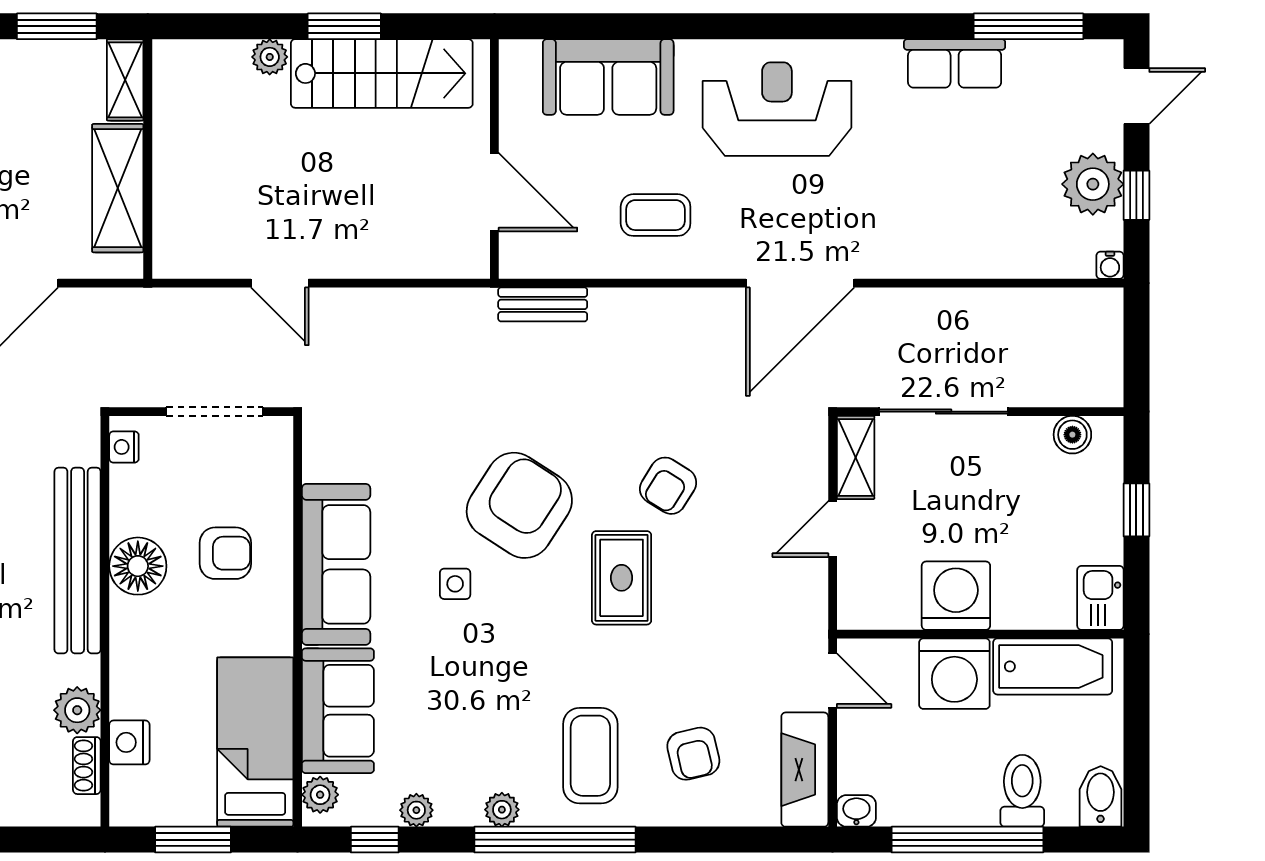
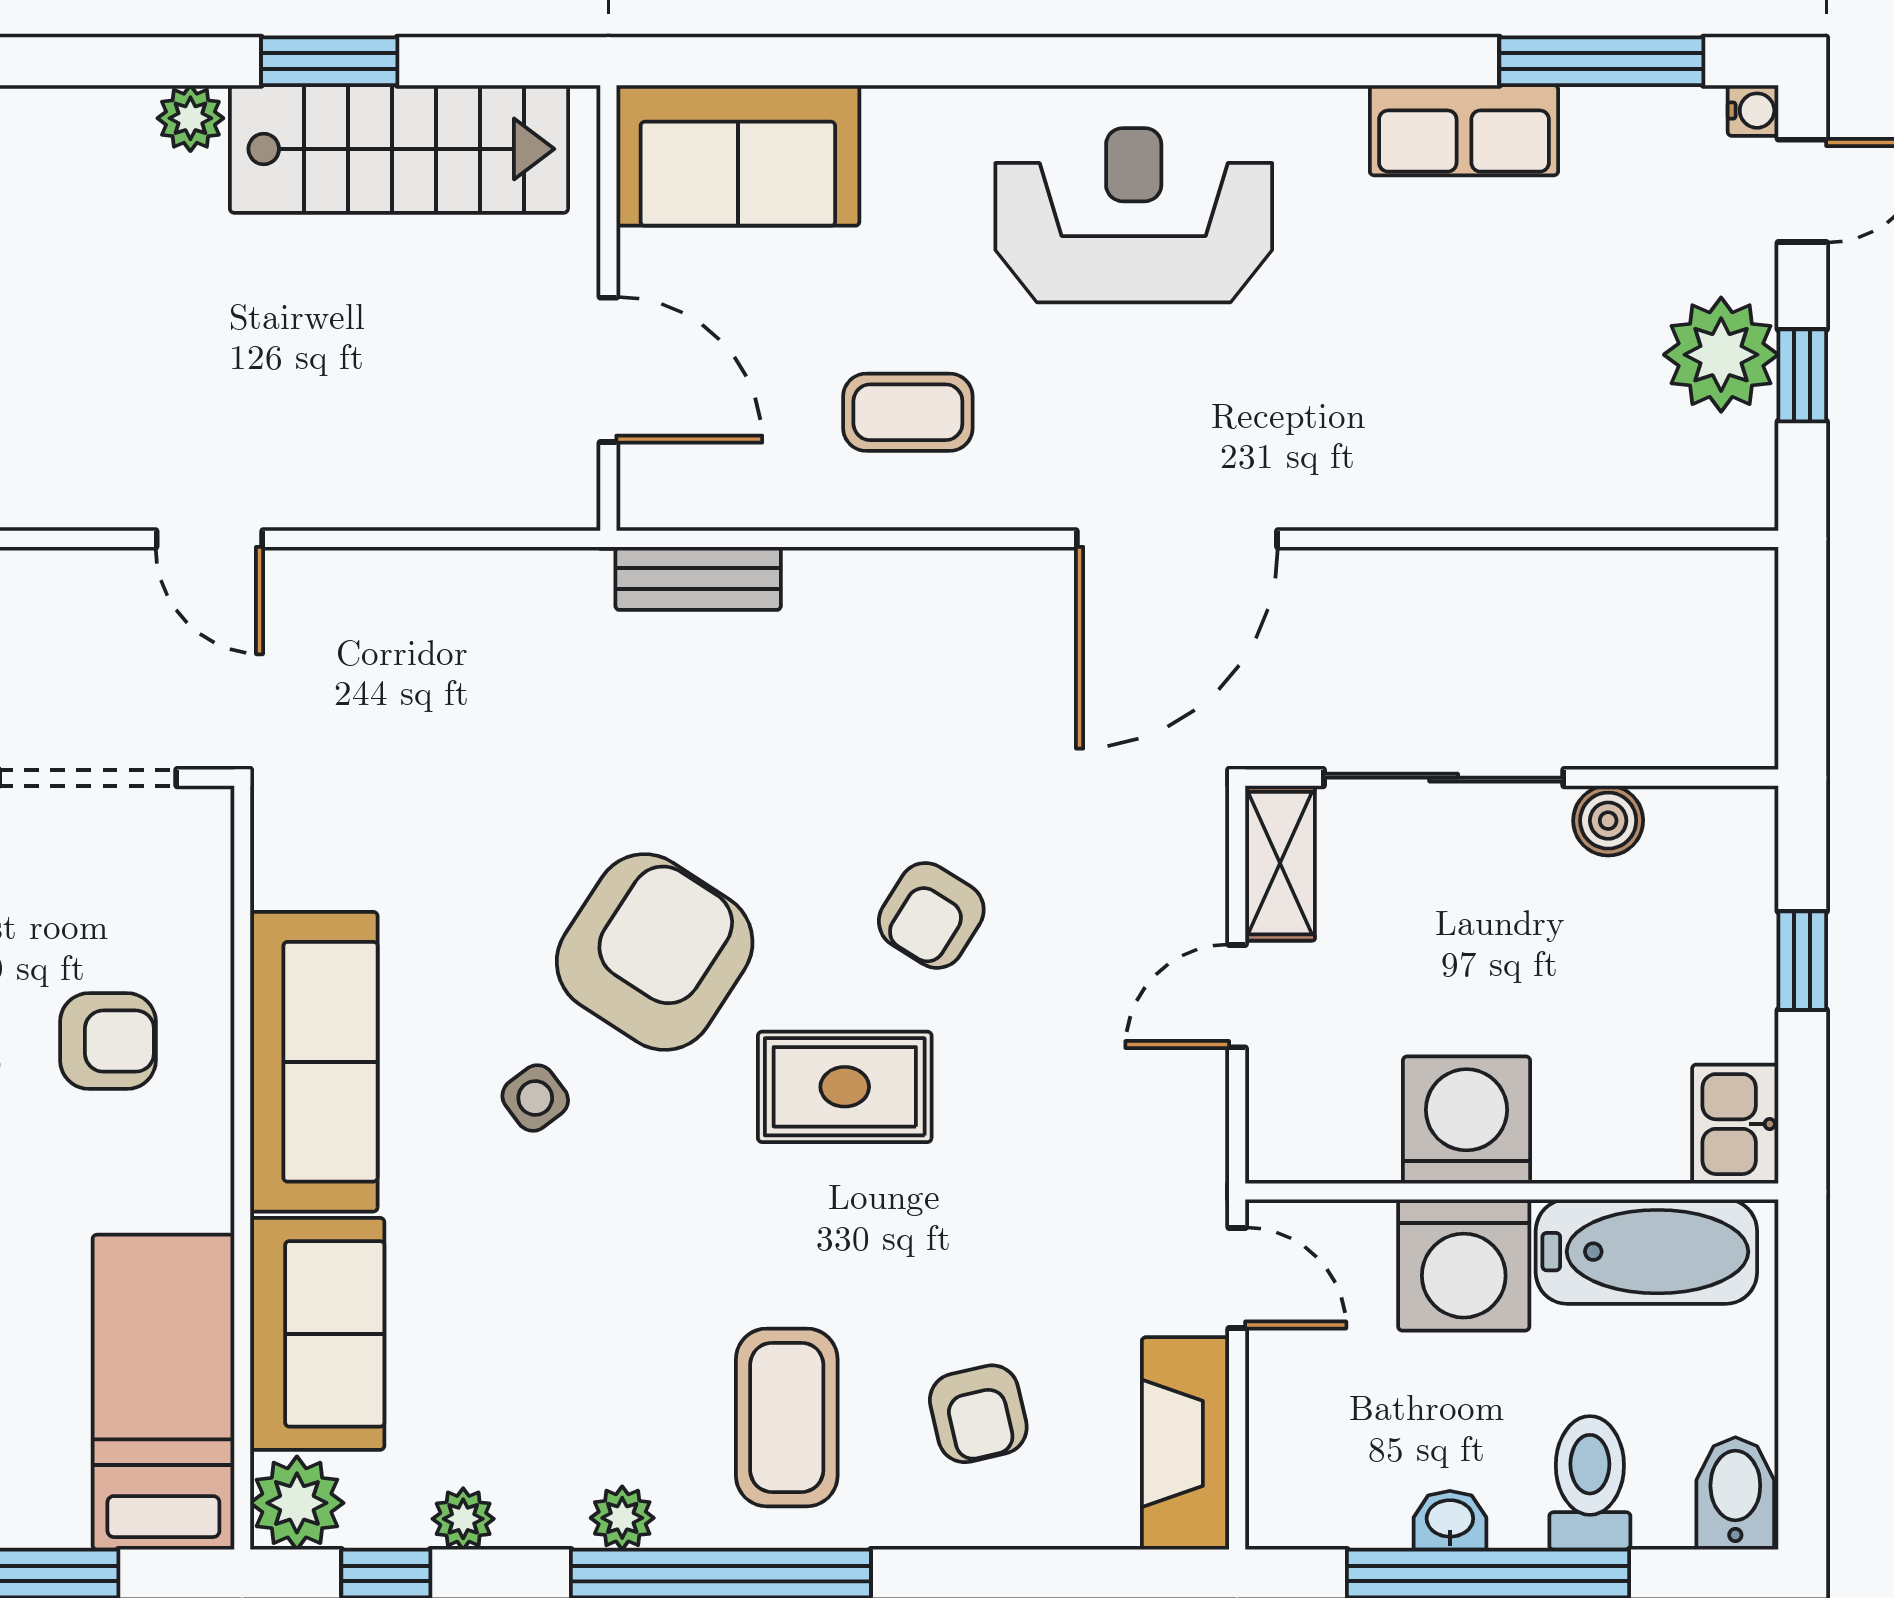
sofa: (608, 77) -> (738, 155), moved
water cooler: (1110, 265) -> (1753, 111), moved, turned -90
boiler: (1072, 435) -> (1608, 821), moved
rug: (622, 578) -> (845, 1087), turned 90
side table: (455, 584) -> (535, 1098), turned -37
plant: (320, 795) -> (297, 1503), width x1.38, depth x1.38
washbasin: (856, 811) -> (1450, 1520), moved

